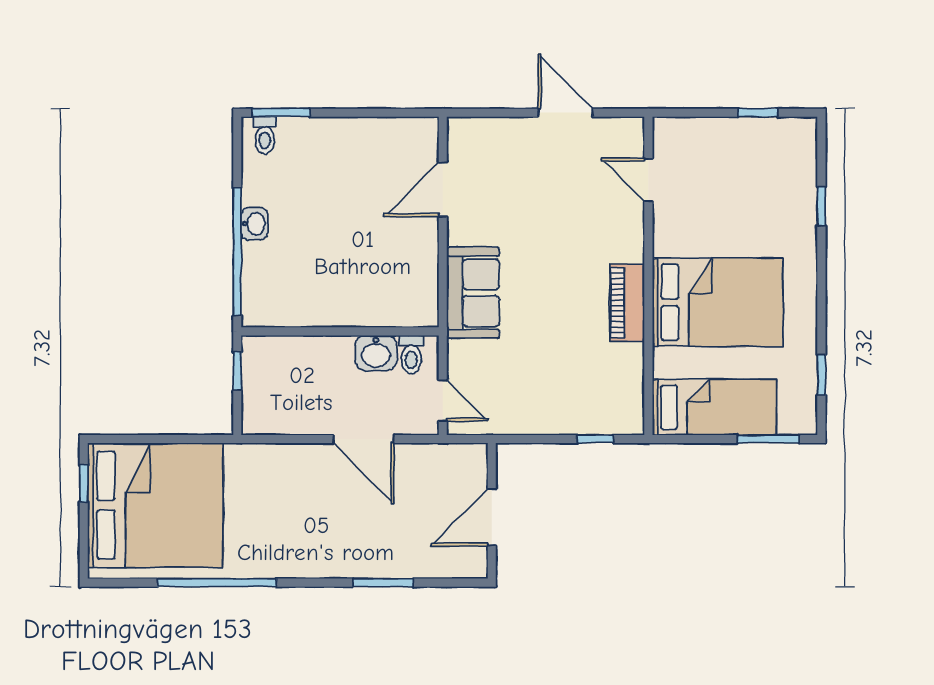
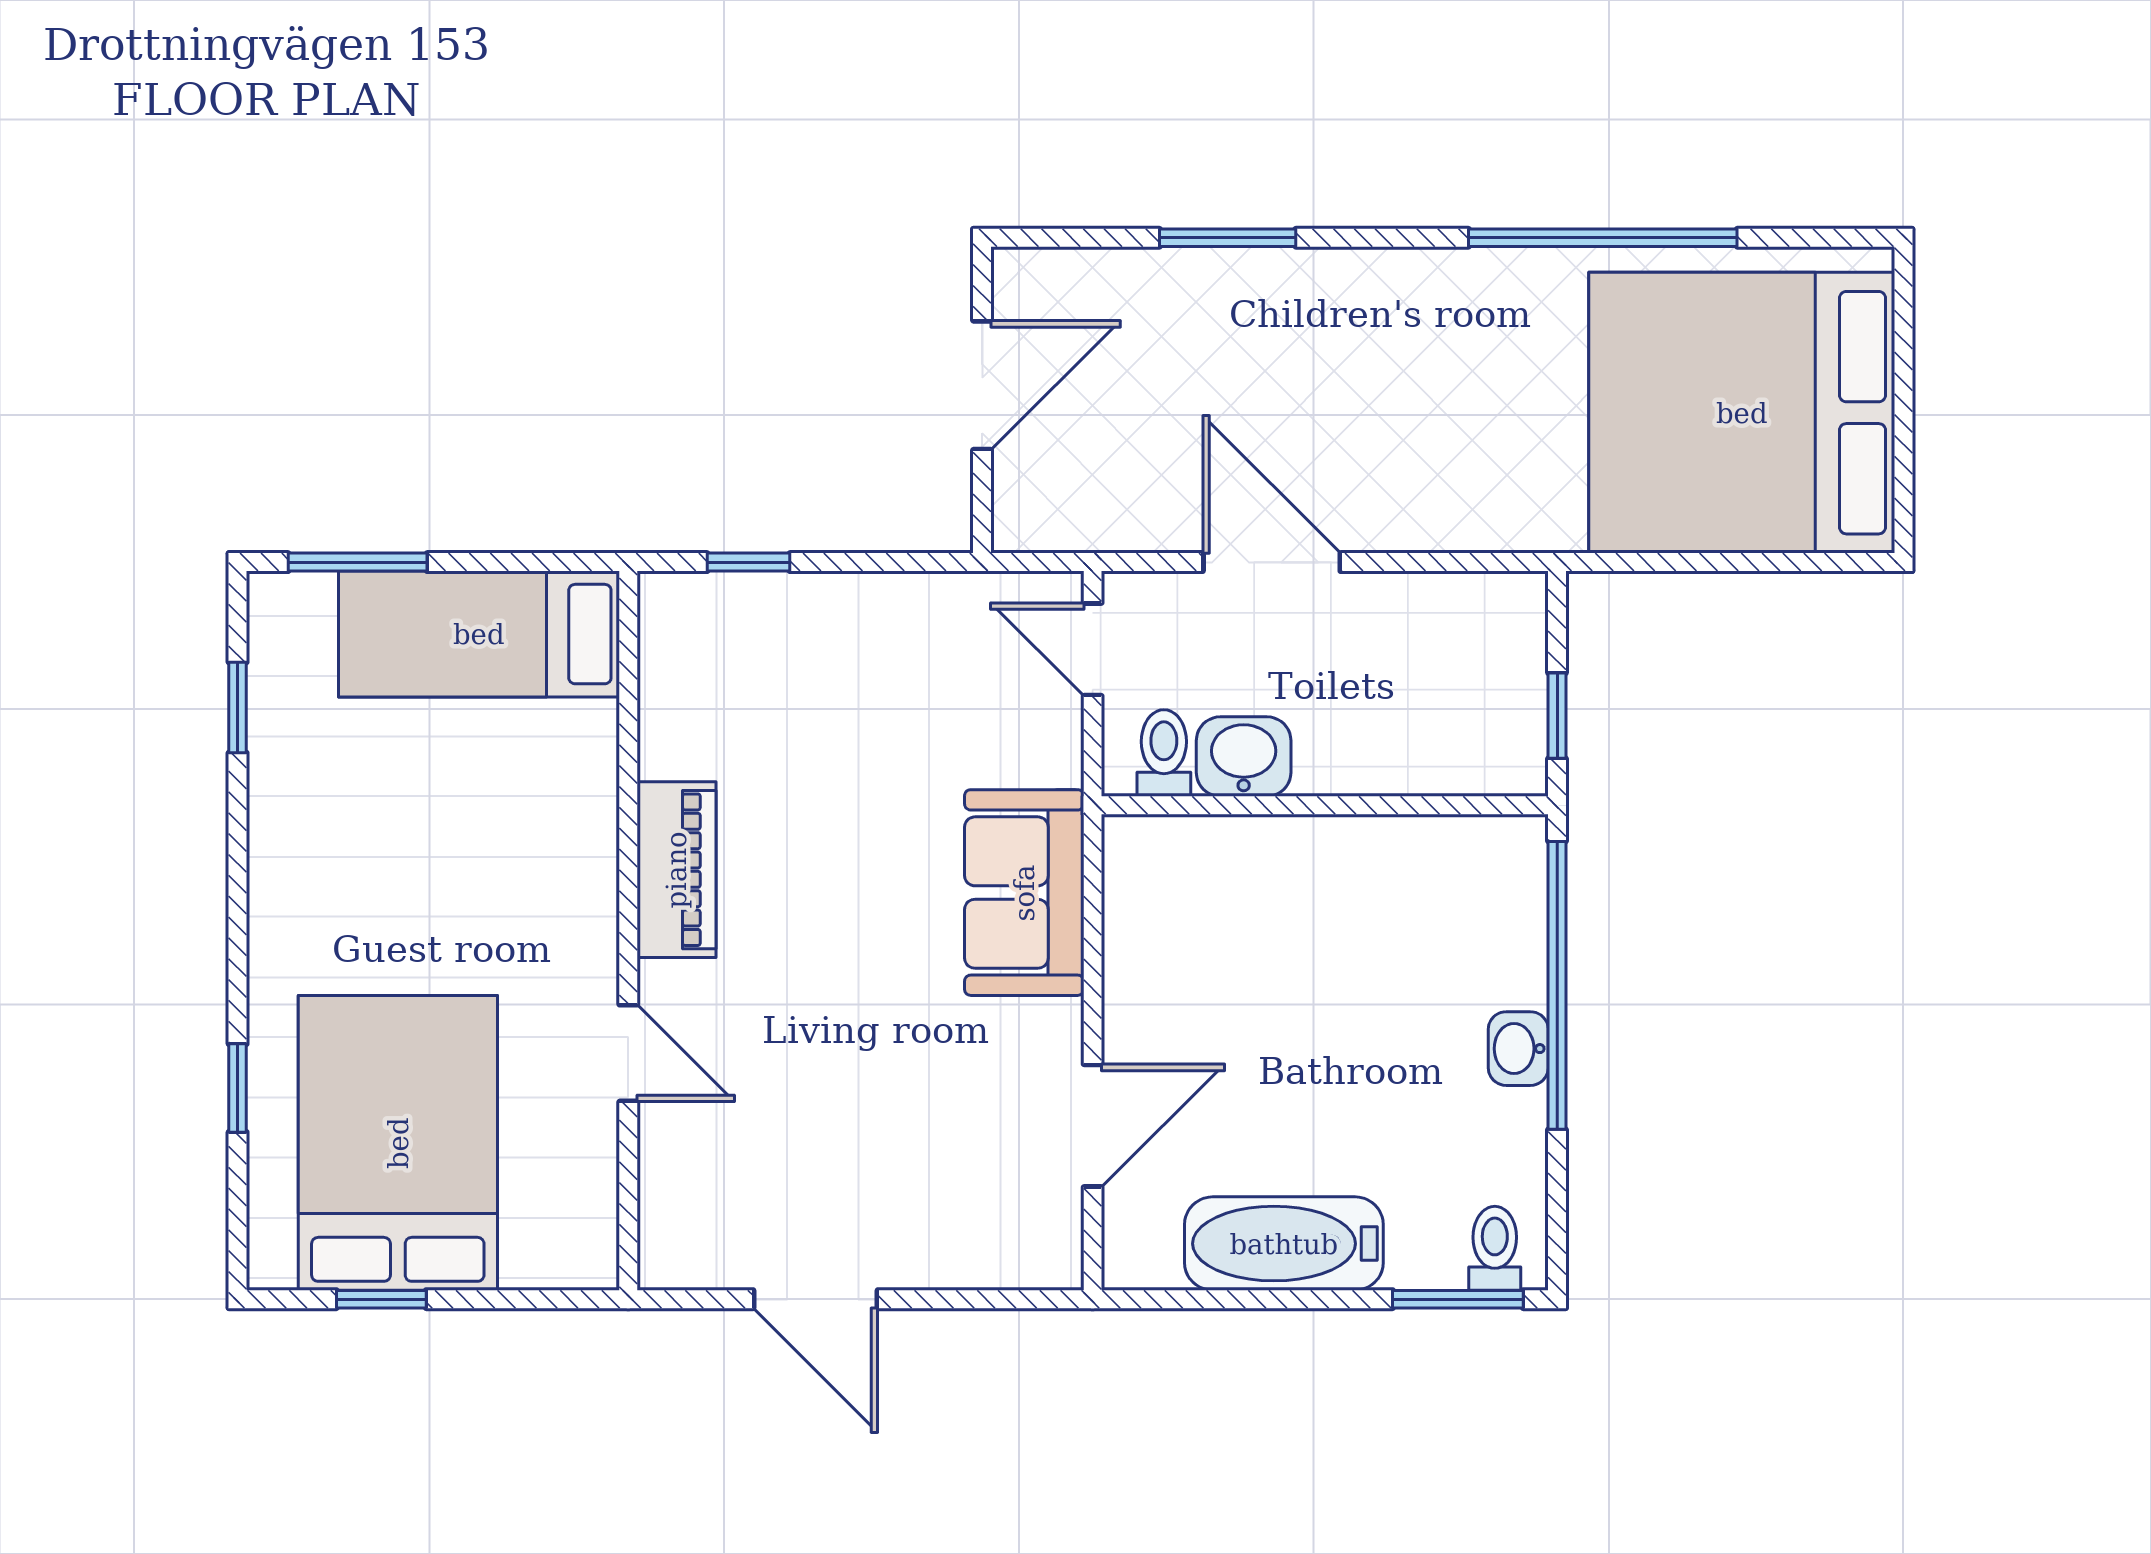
bathtub: (358, 137) -> (1284, 1244), added
door: (648, 180) -> (628, 1053), moved
bed: (718, 302) -> (398, 1143), moved, turned 90
window: (84, 484) -> (1903, 461), removed

